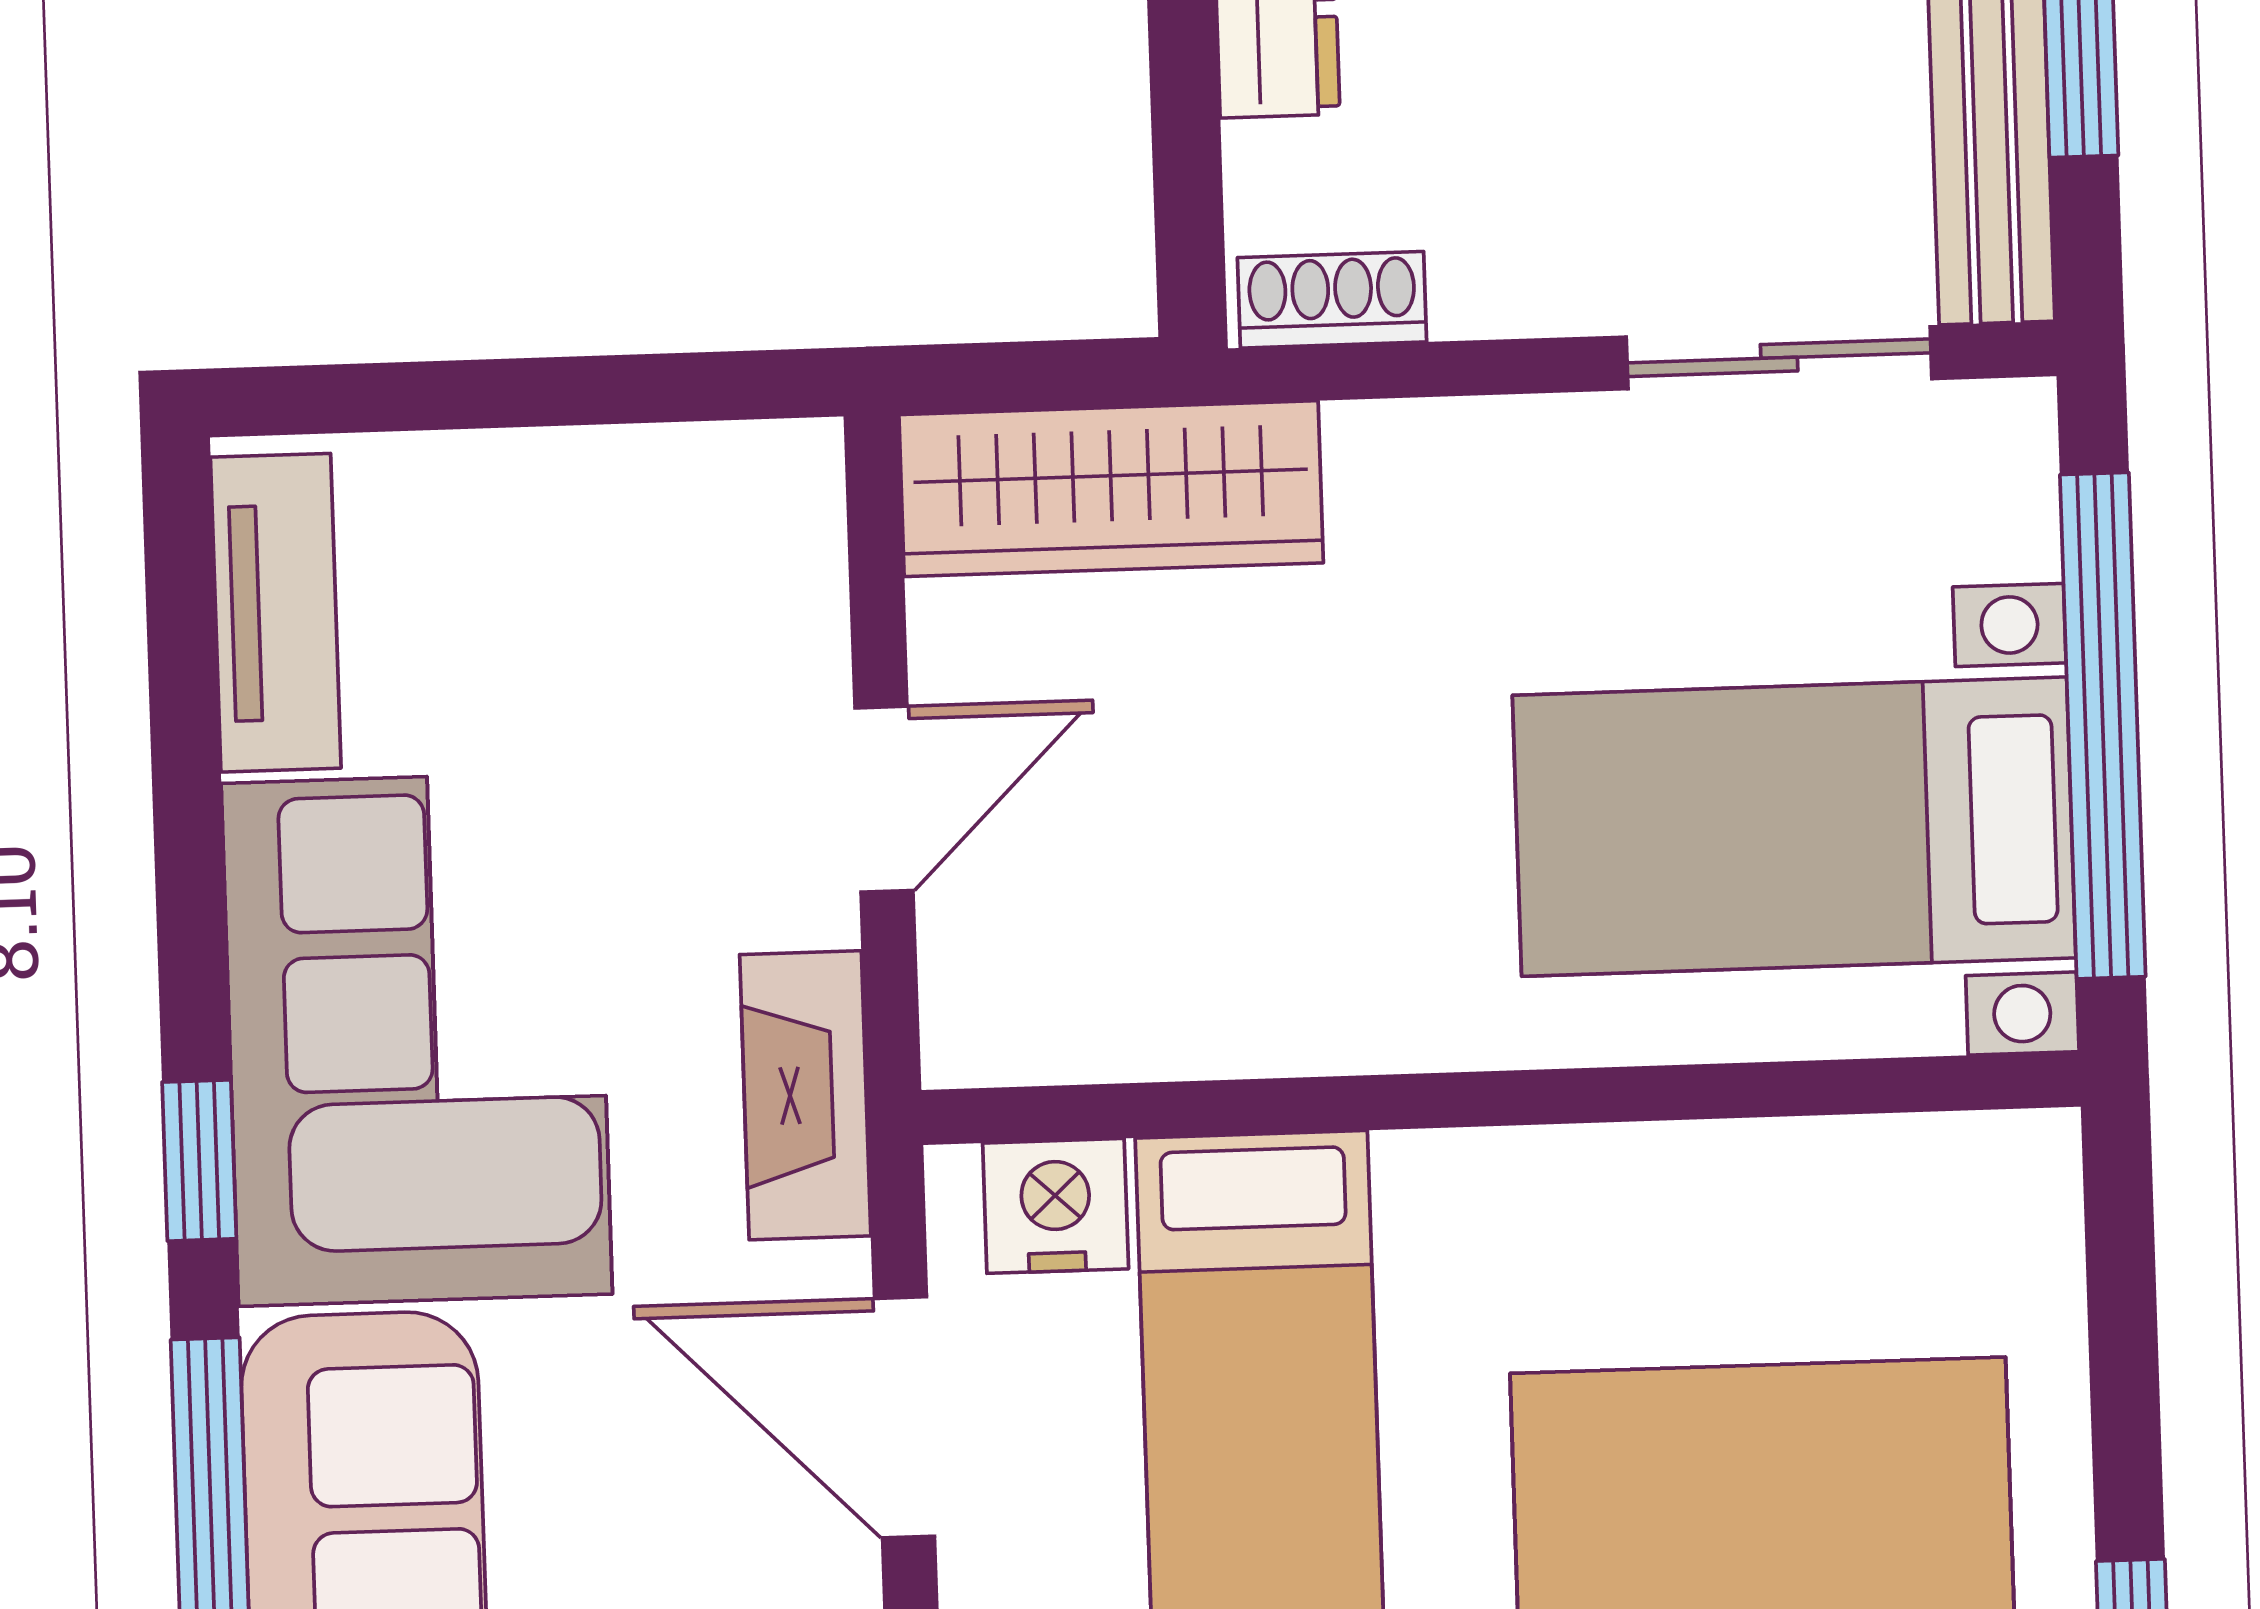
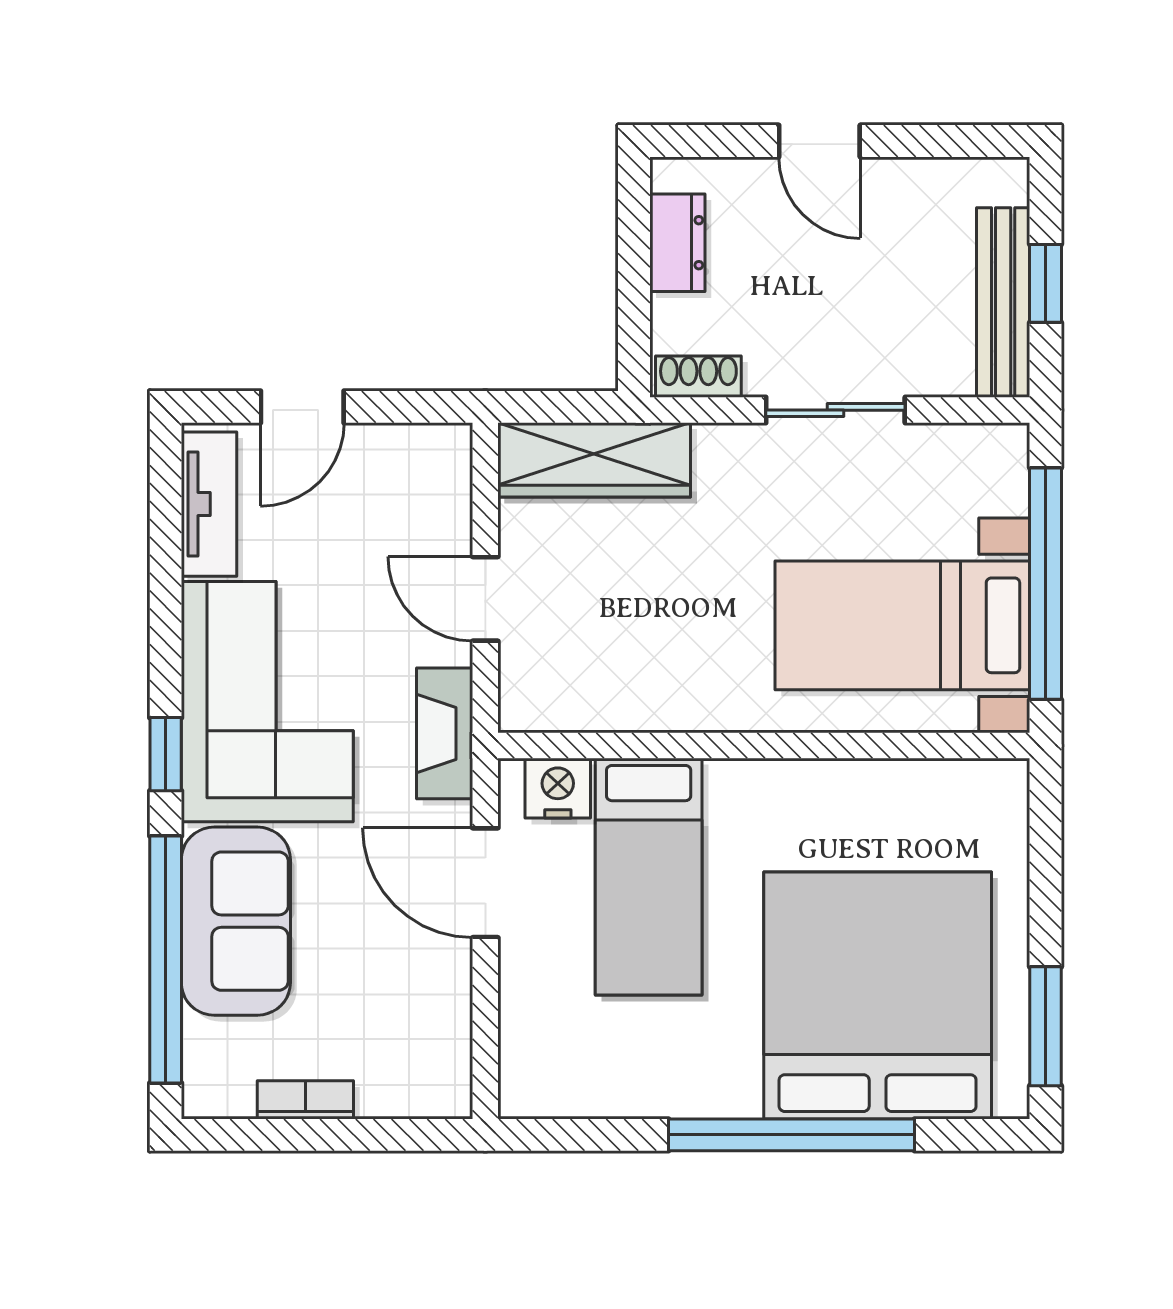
sliding door: (1779, 358) -> (835, 410), moved
door: (472, 394) -> (302, 407), added
door: (884, 799) -> (485, 599), swing flipped

